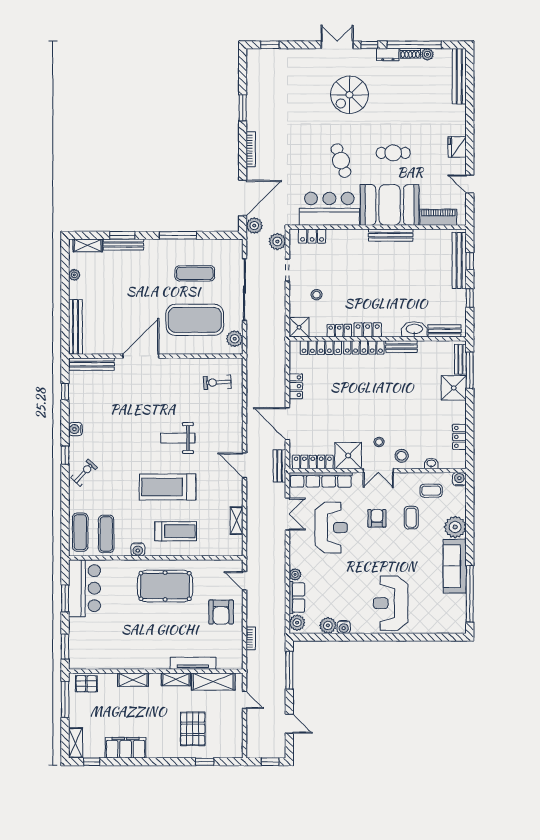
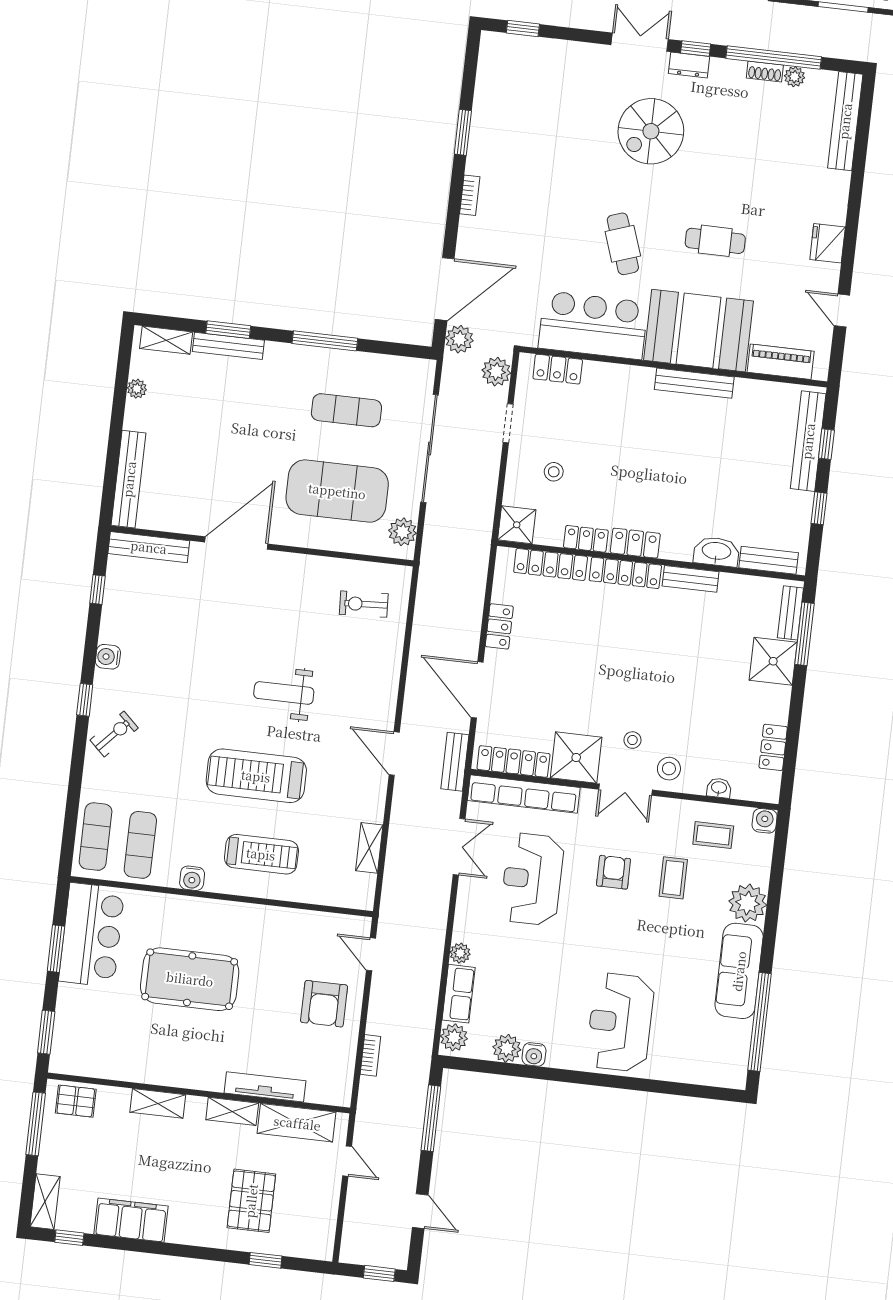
dresser: (388, 55) -> (689, 65), moved
bookcase: (251, 149) -> (470, 195), width x0.64
reception desk: (331, 528) -> (532, 879), turned 180
pool table: (165, 586) -> (190, 979), moved

